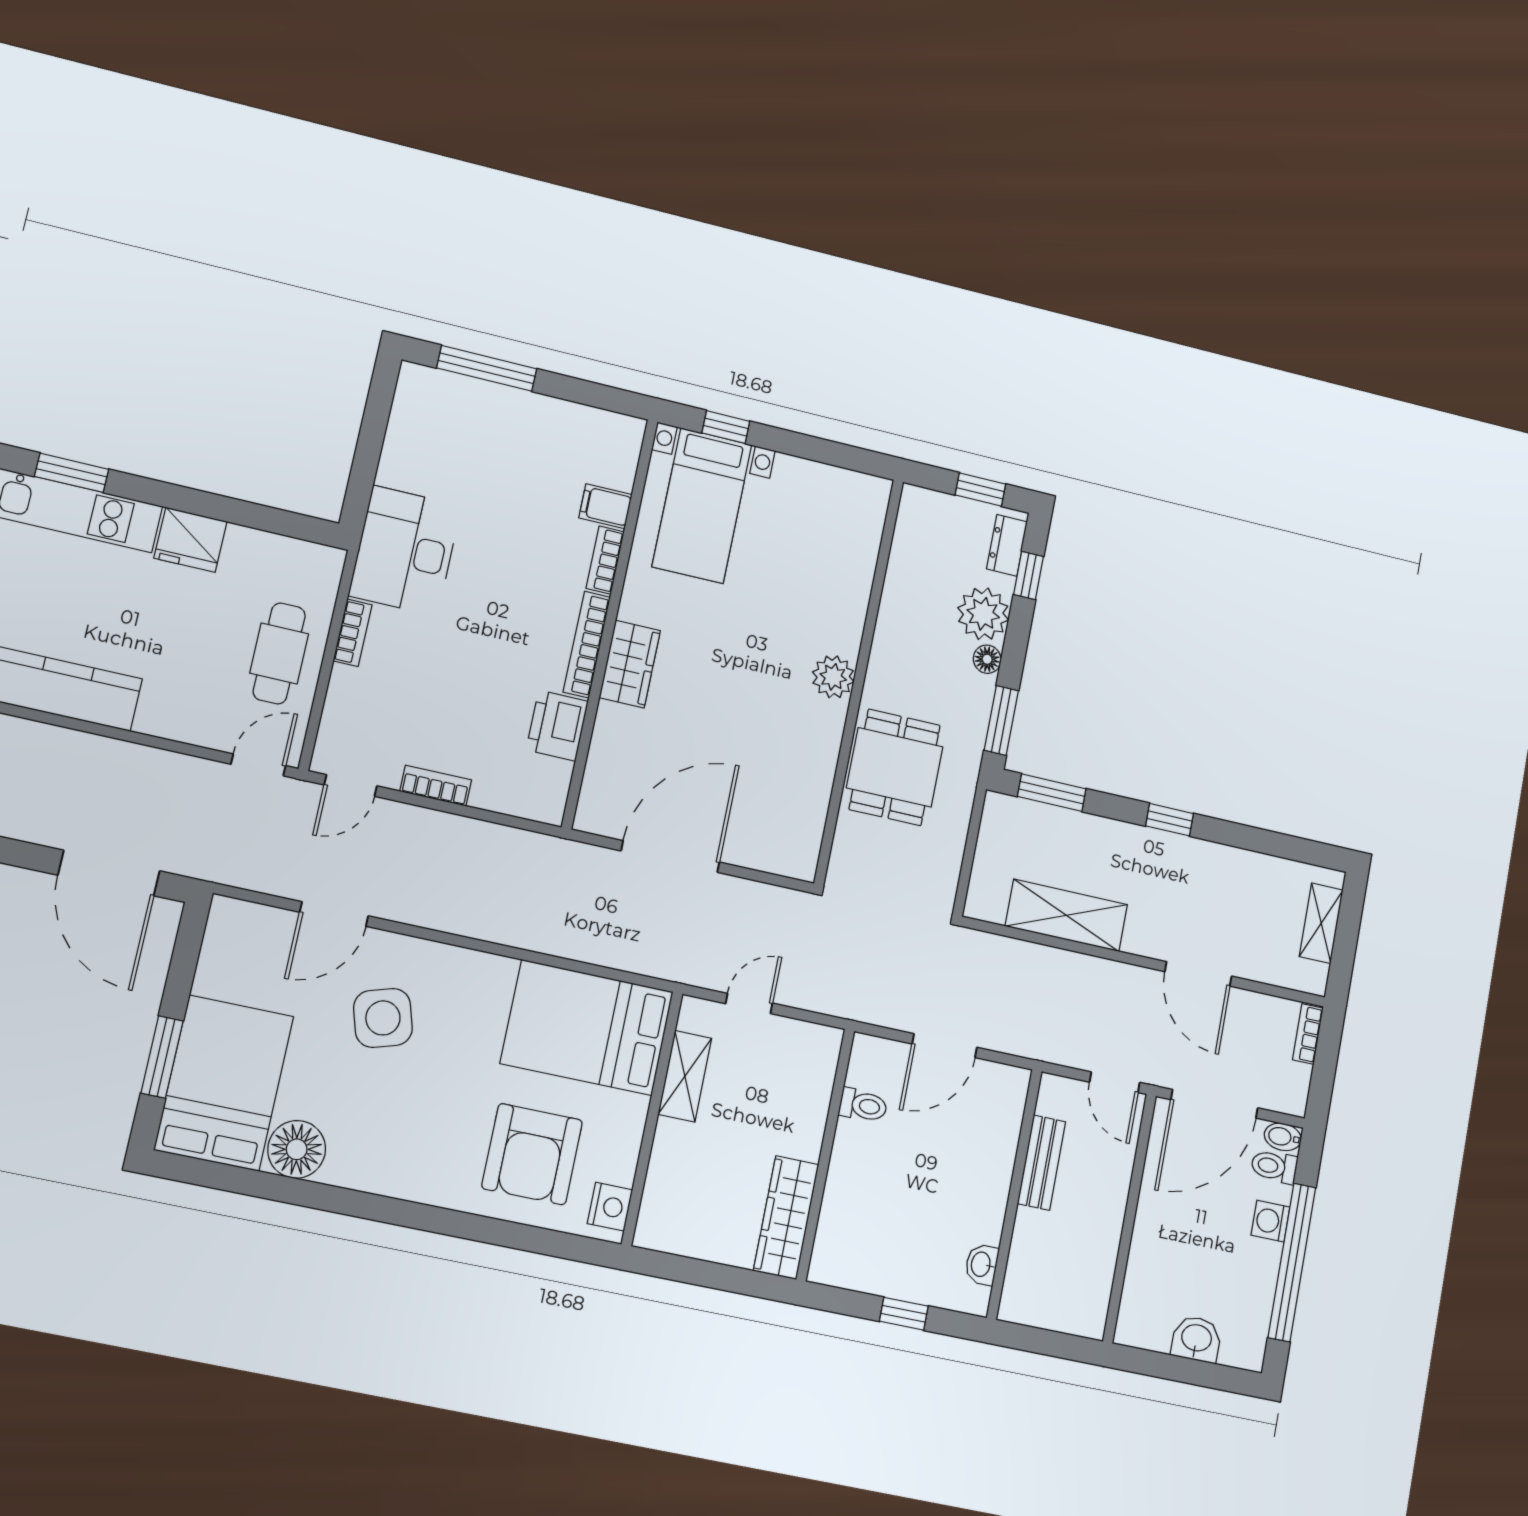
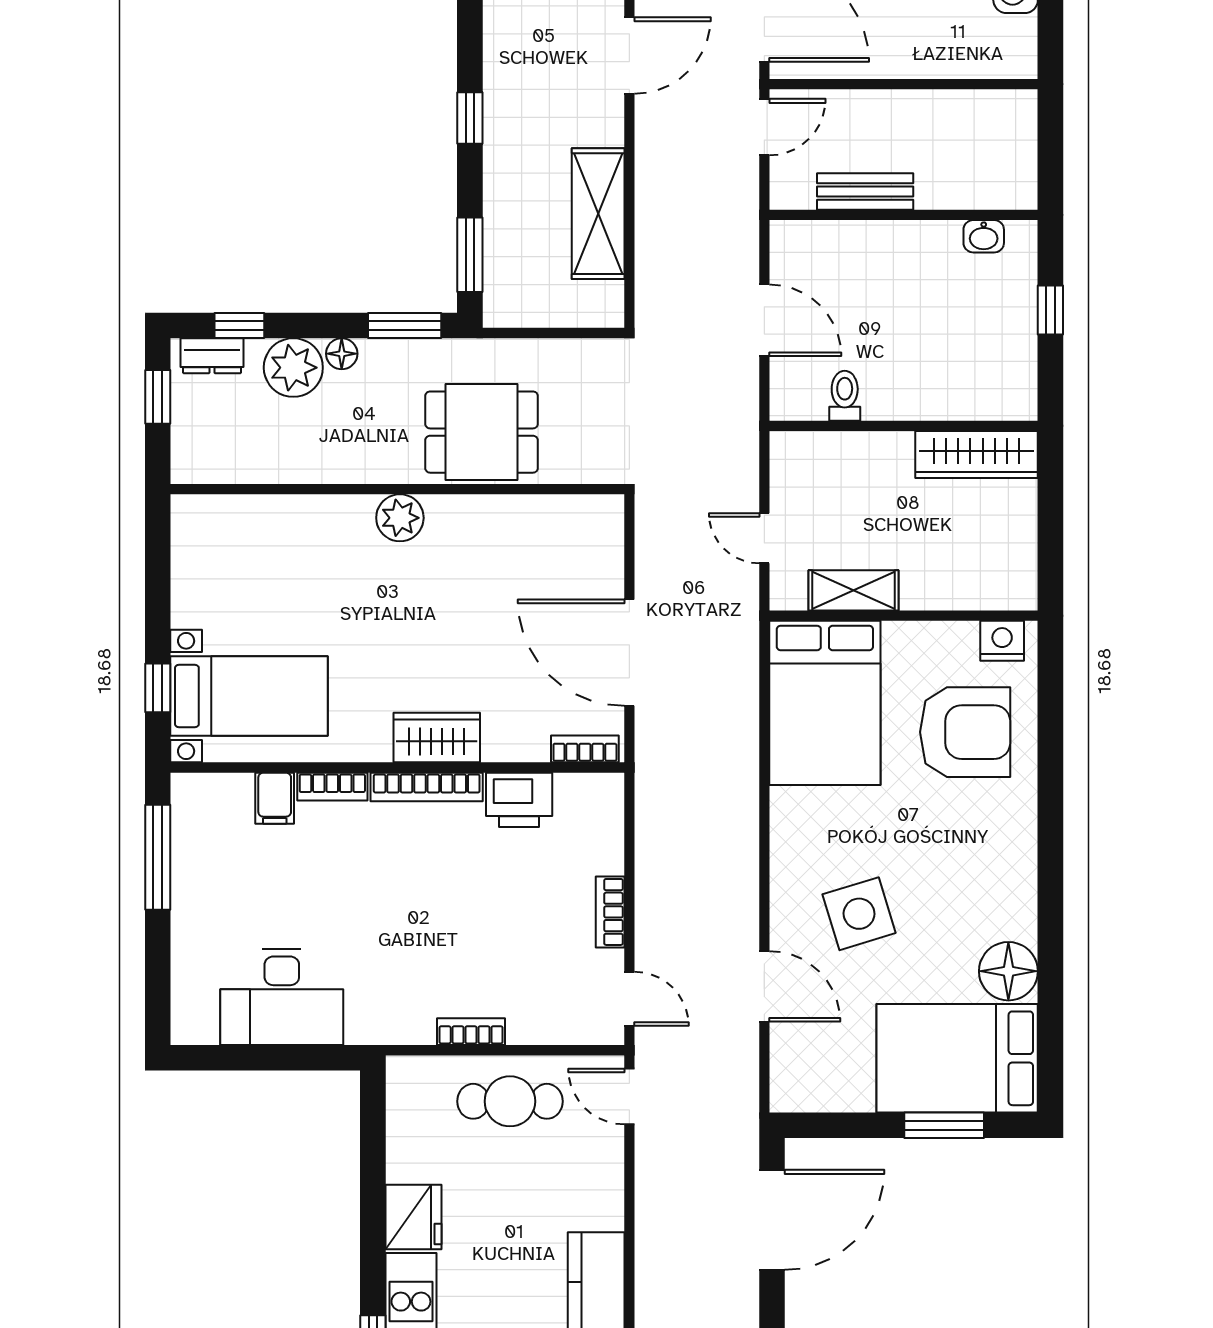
window: (487, 368) -> (158, 857), moved
desk: (405, 551) -> (282, 997), moved
bookcase: (591, 796) -> (585, 749), added

